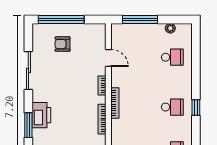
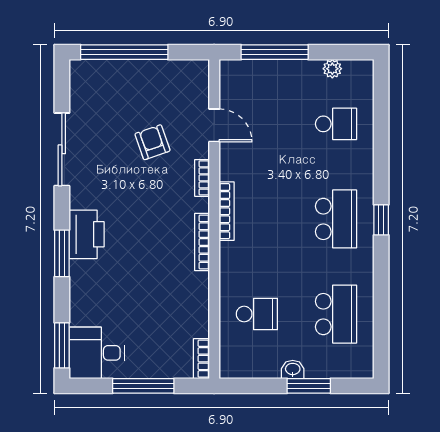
armchair: (63, 44) -> (152, 142), moved, turned 71
school desk: (172, 107) -> (336, 219), width x1.85

